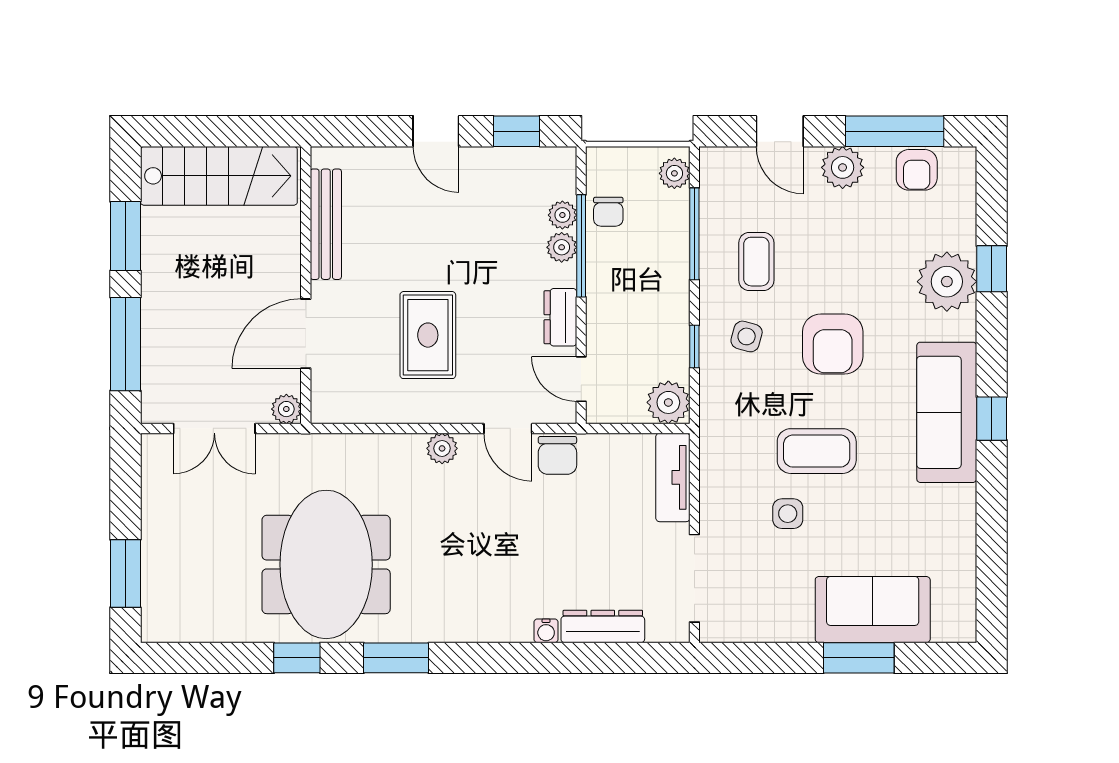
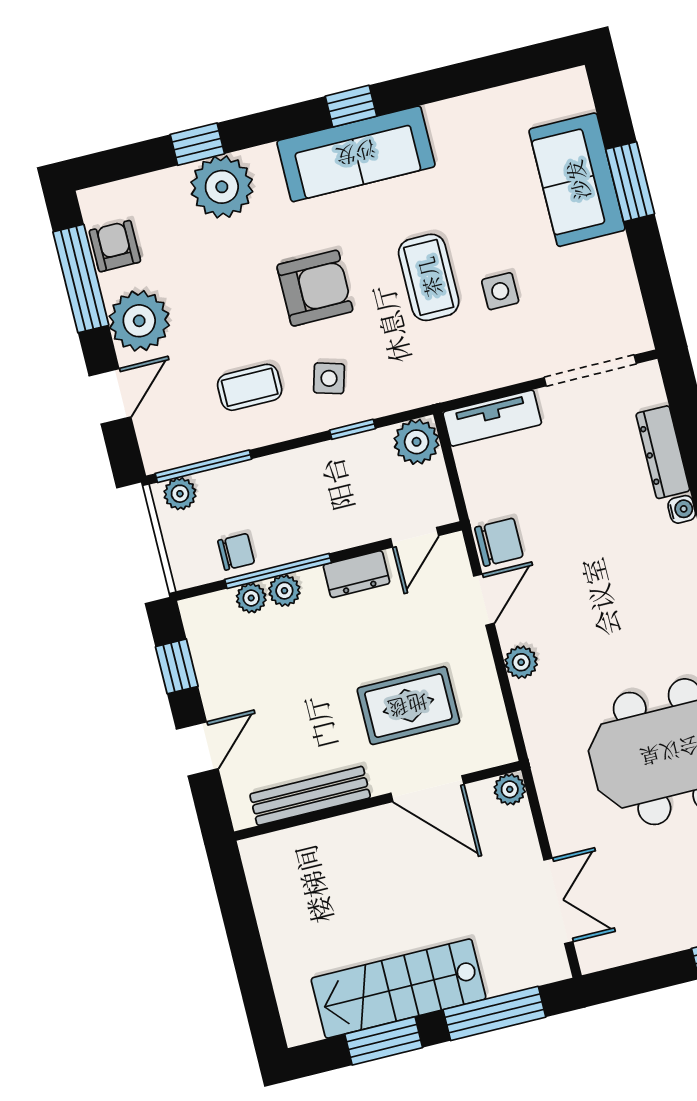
plant: (843, 167) -> (139, 321), width x1.36, depth x1.36
armchair: (917, 170) -> (115, 246), turned -90
stairs: (219, 176) -> (399, 989), moved, turned -90
bench: (326, 224) -> (310, 796), moved
window: (694, 234) -> (203, 466), moved
wall: (306, 285) -> (378, 801), moved
door: (306, 334) -> (427, 789), moved
plant: (286, 409) -> (510, 789), moved

